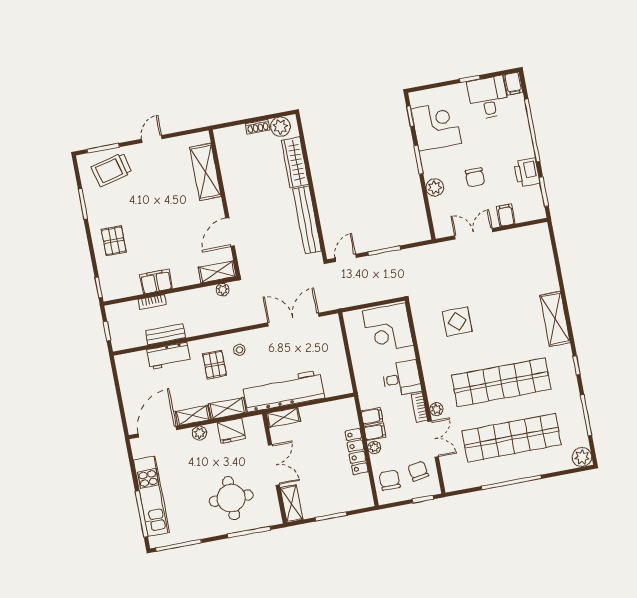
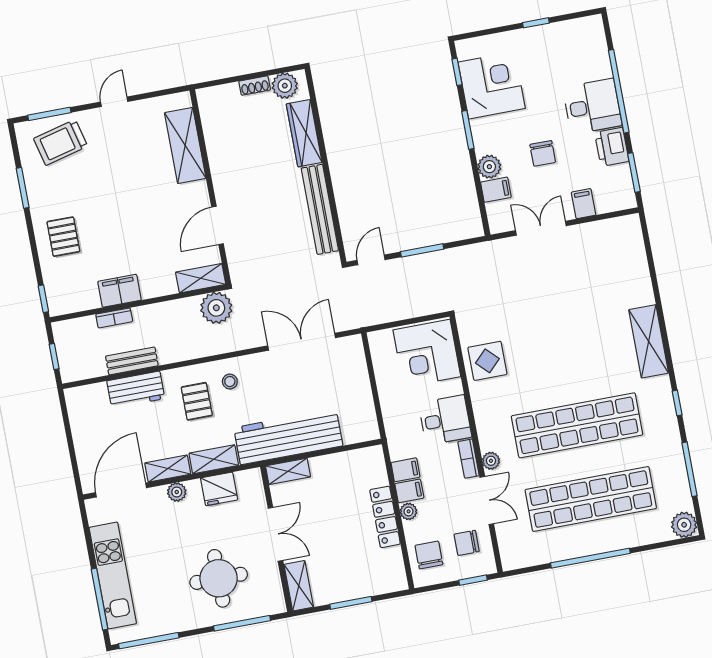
filing cabinet: (513, 83) -> (496, 190), moved, turned -90
desk: (488, 98) -> (592, 106), moved, turned 90
plant: (223, 290) -> (216, 308), width x1.88, depth x1.88
display table: (457, 322) -> (487, 361), moved
chair: (418, 471) -> (467, 543), turned -80

